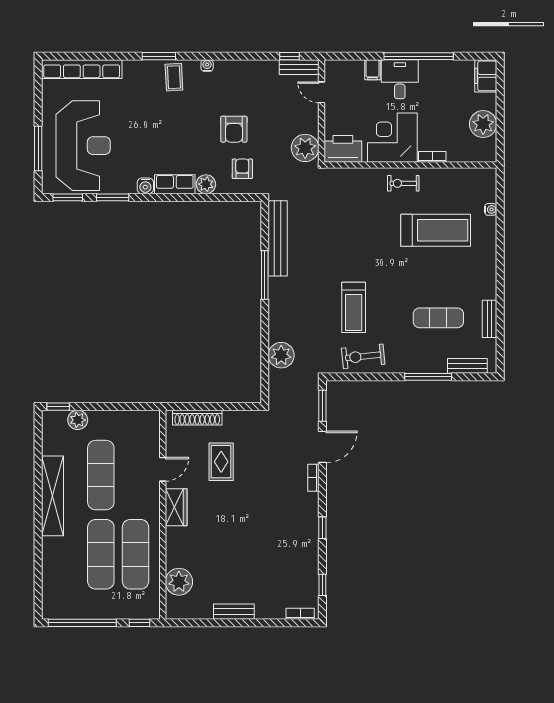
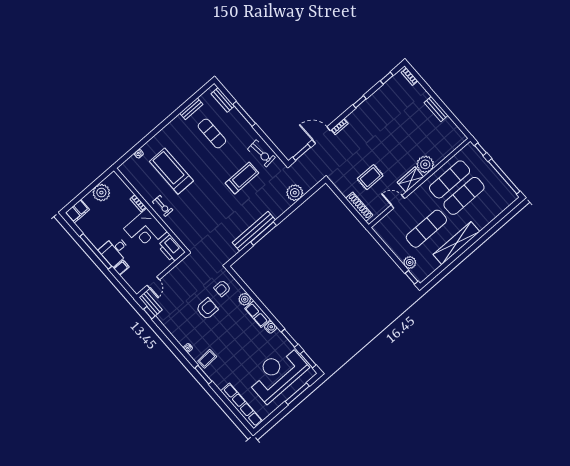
plant: (305, 148) -> (186, 267), removed
bench: (278, 238) -> (254, 231), moved
plant: (179, 582) -> (425, 164), moved

